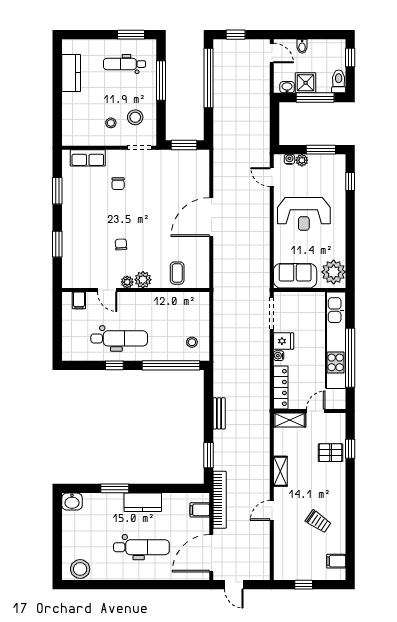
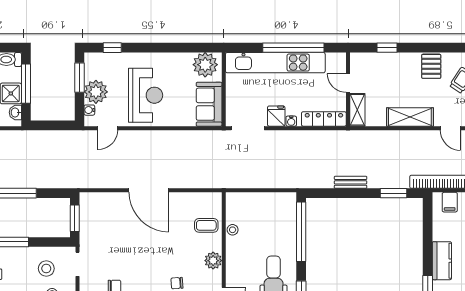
plant: (302, 160) -> (96, 92), width x1.88, depth x1.88
plant: (127, 282) -> (216, 277), removed
stool: (192, 342) -> (233, 230), moved
pallet: (331, 453) -> (431, 66), moved
shelving: (280, 471) -> (410, 117), width x1.50, depth x1.33

